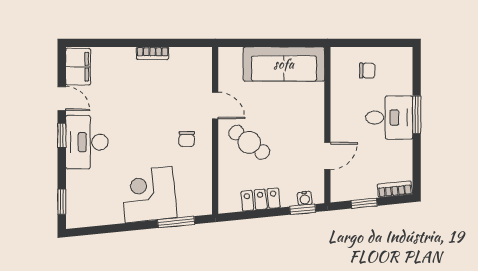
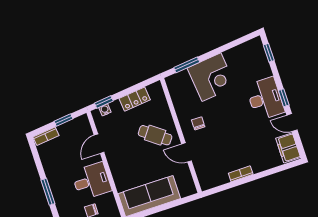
desk: (389, 118) -> (92, 181), moved, turned 180

